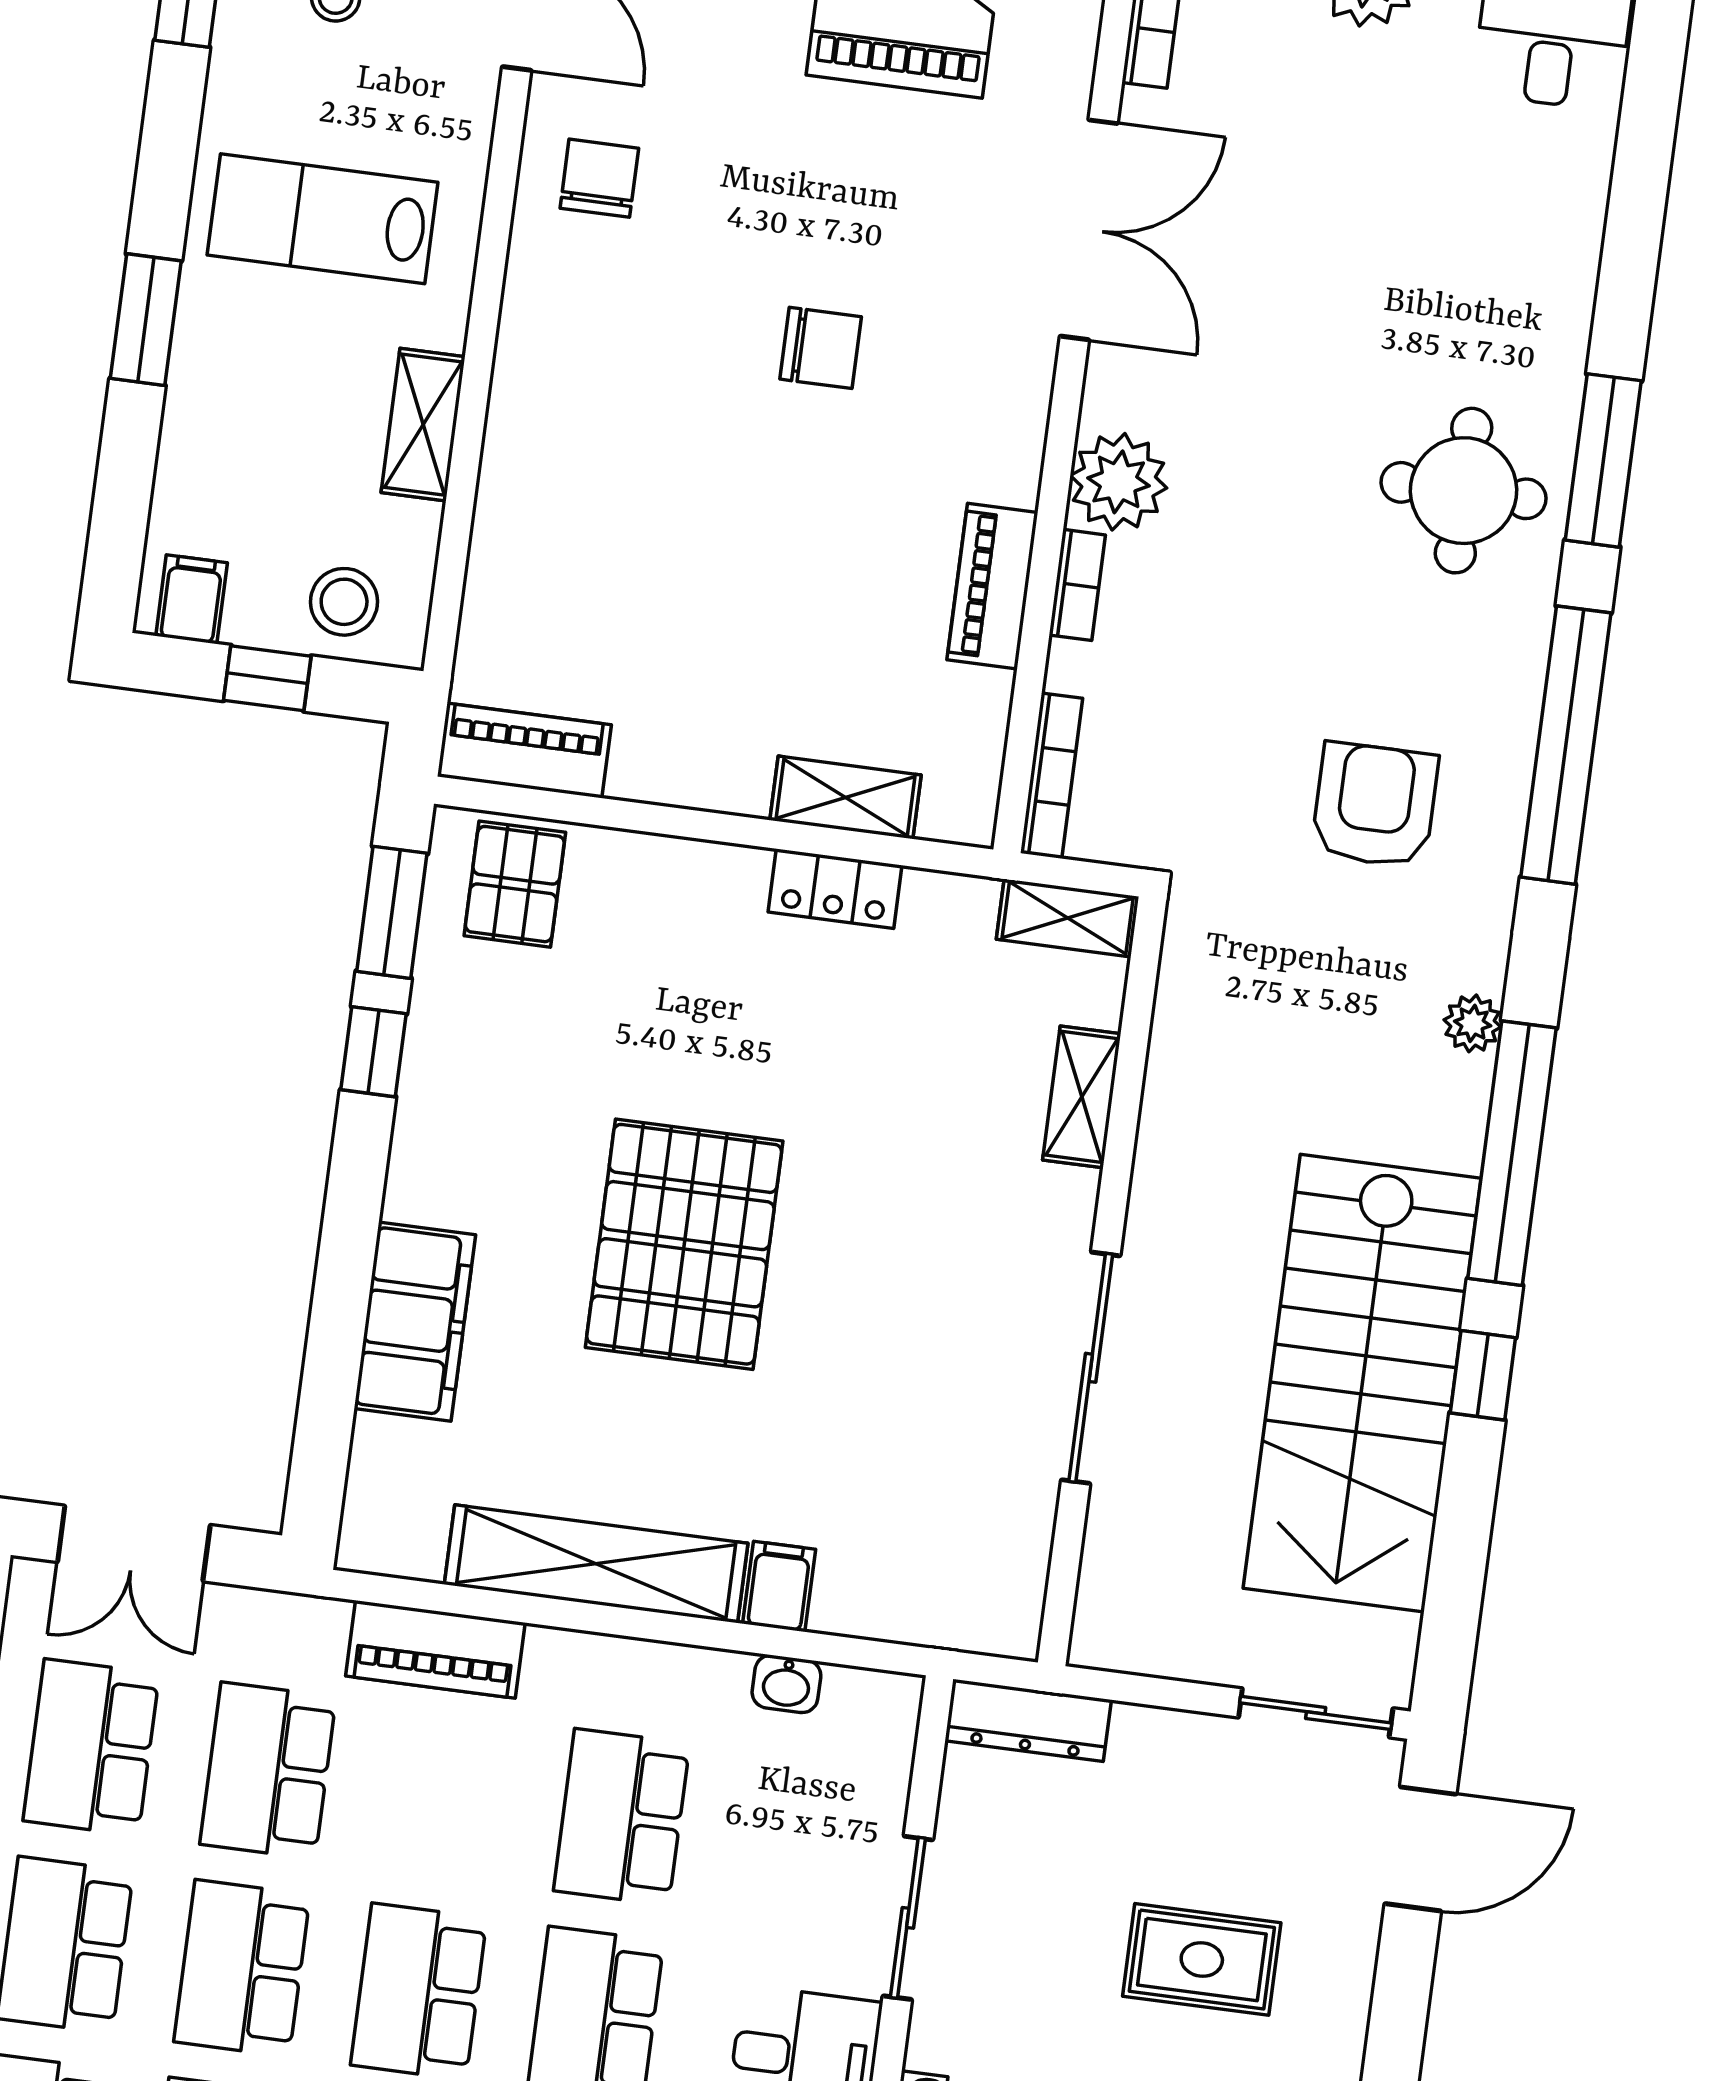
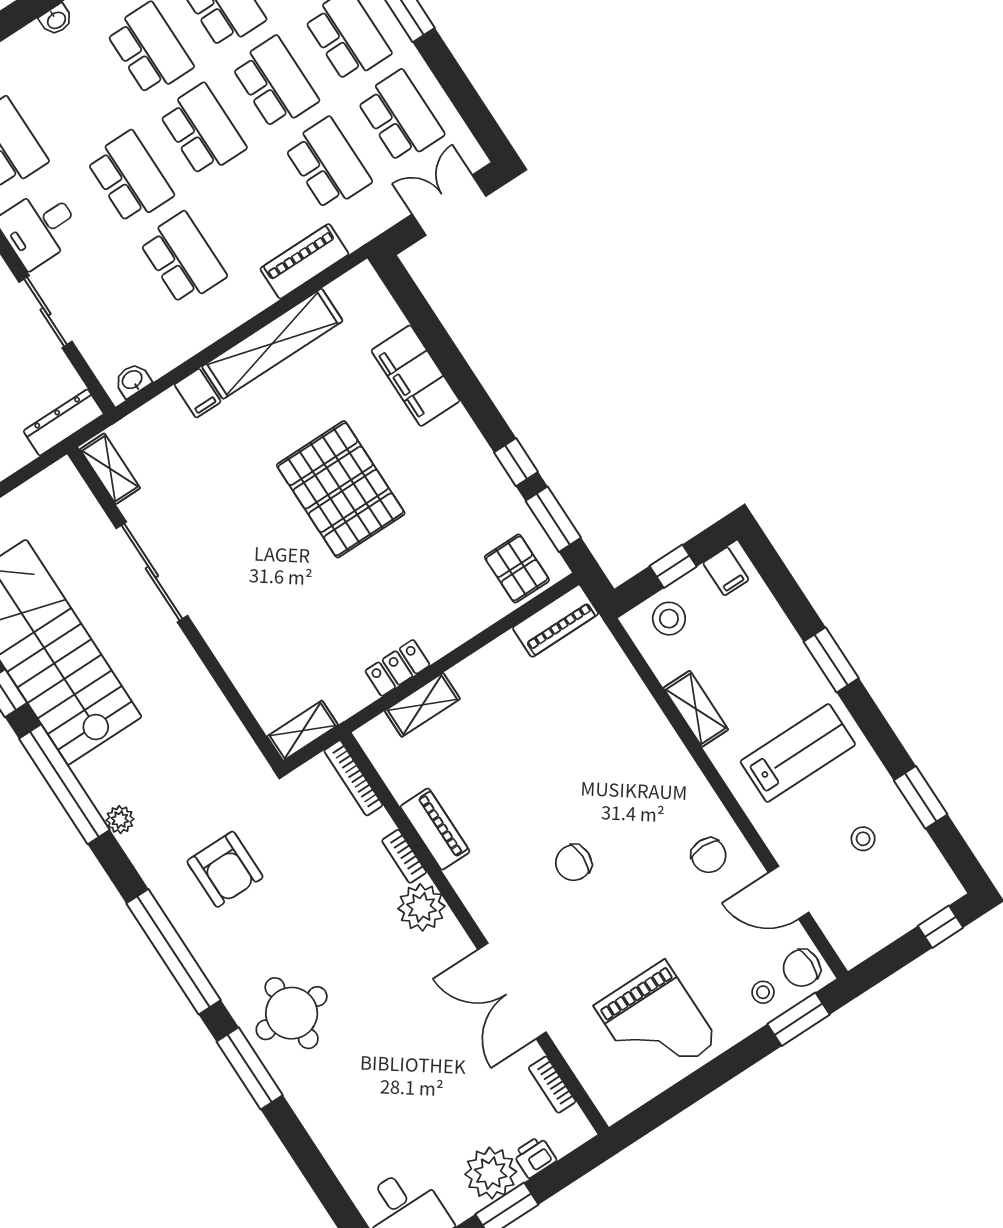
shelving: (1082, 1097) -> (110, 469), moved
washbasin: (786, 1684) -> (133, 380), moved

